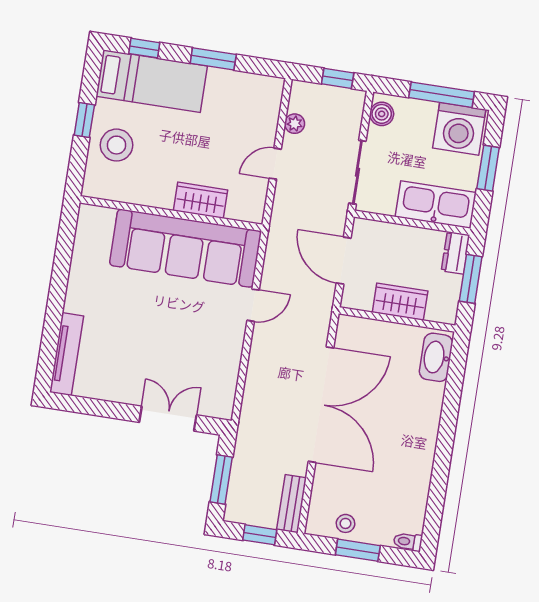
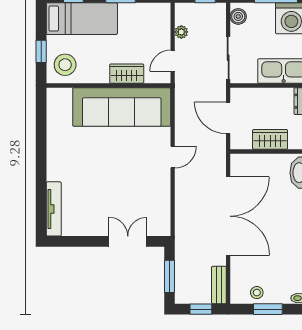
wardrobe: (200, 200) -> (127, 74), moved
wall: (171, 214) -> (108, 86), moved
sofa: (185, 248) -> (122, 107), moved

